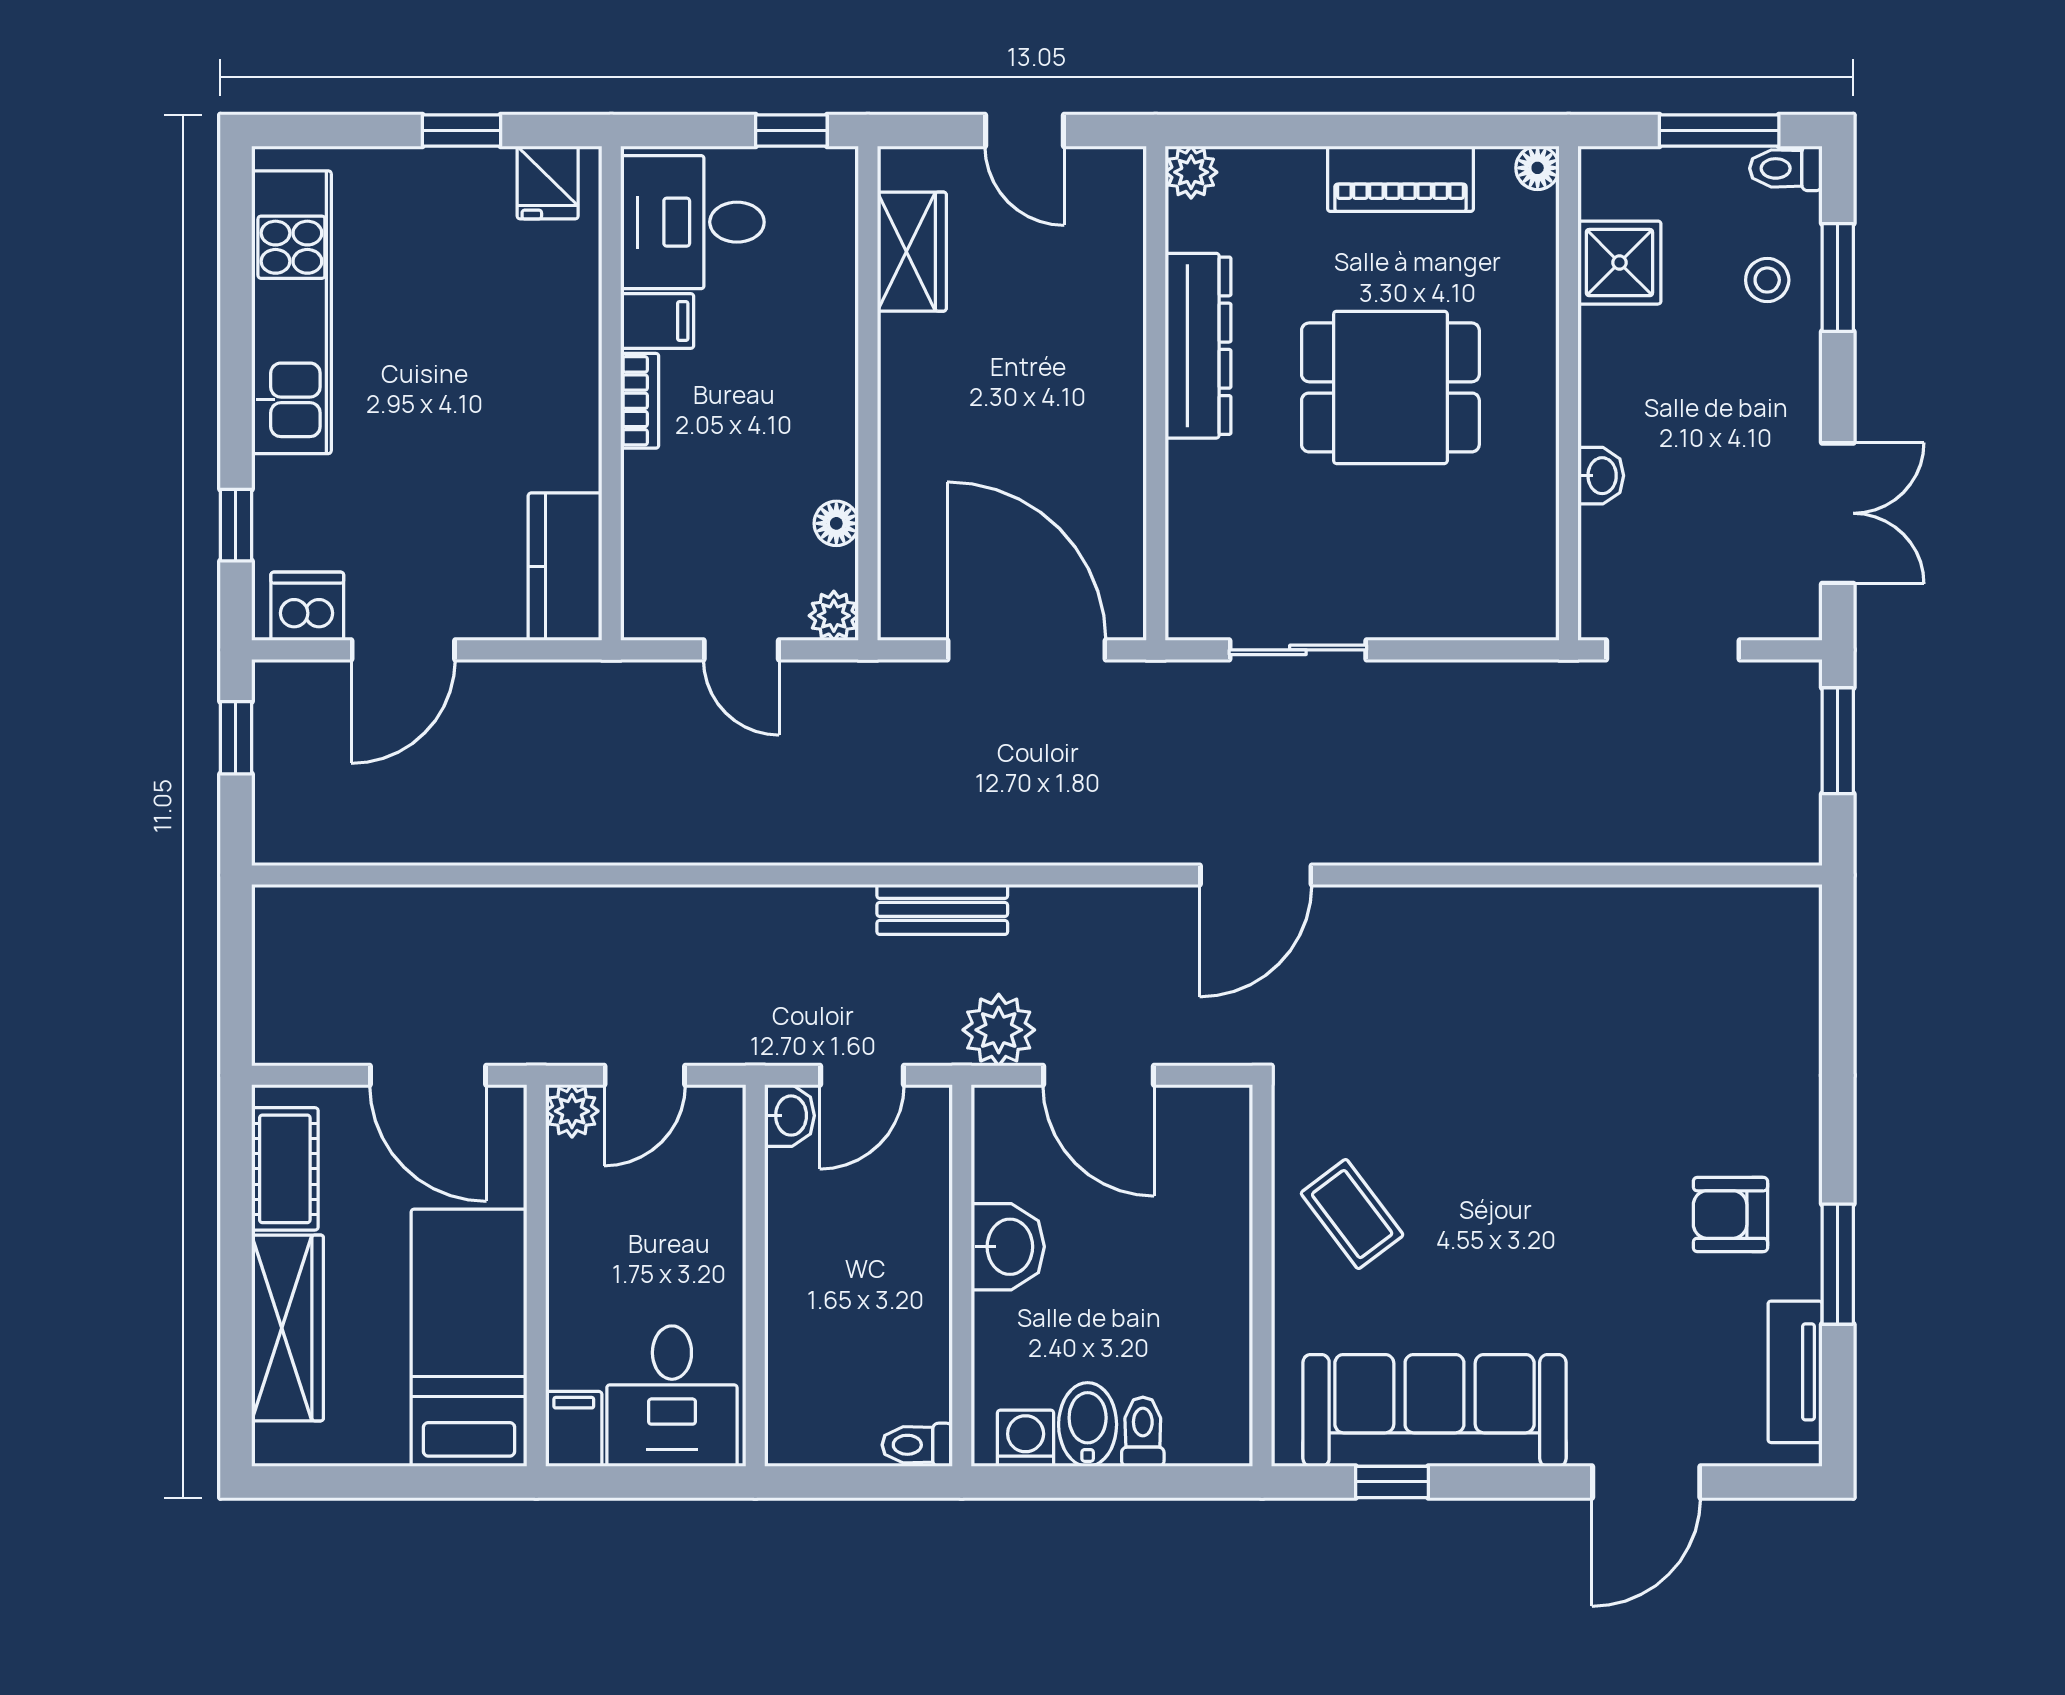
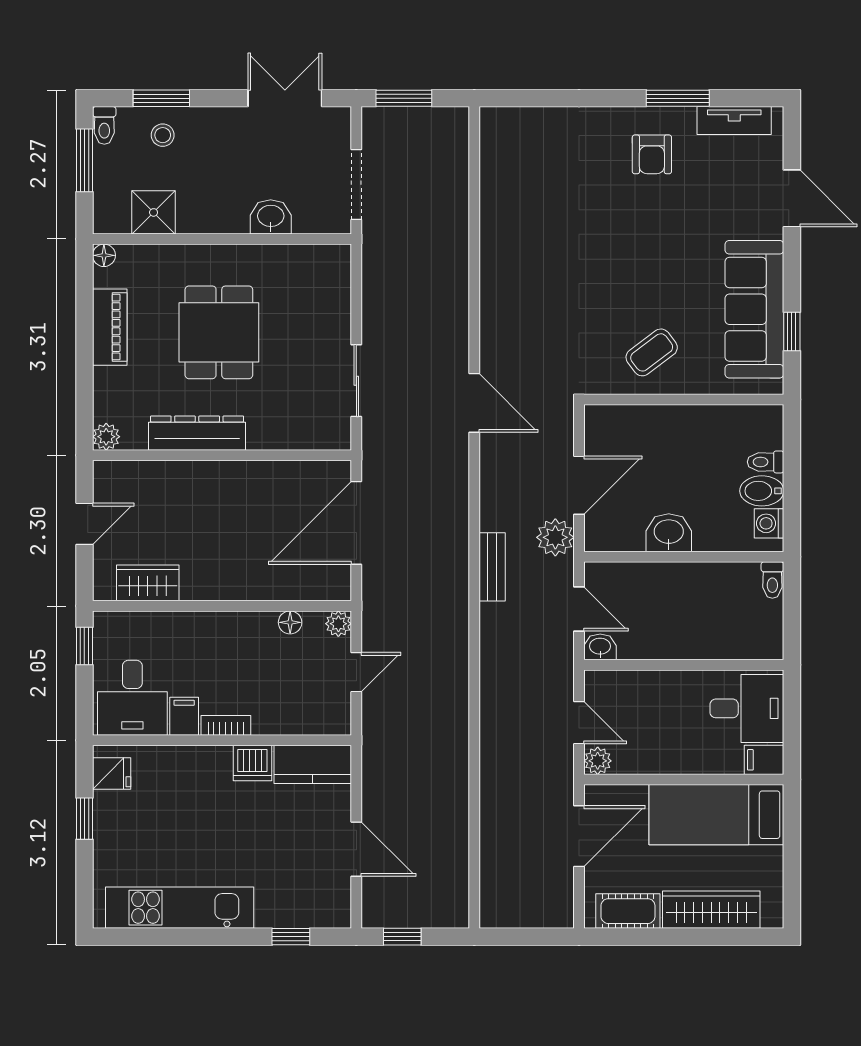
washbasin: (1601, 476) -> (271, 217), width x1.38, depth x1.45
dishwasher: (307, 606) -> (252, 763), moved, turned -90

